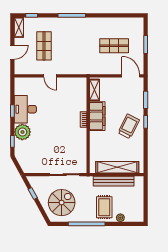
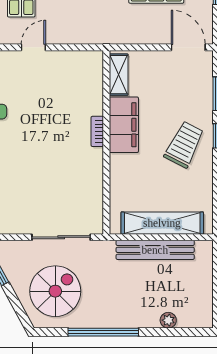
door: (50, 76) -> (33, 47), swing flipped
rug: (104, 207) -> (137, 300), removed

